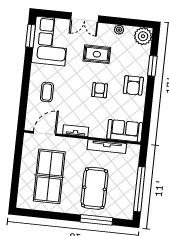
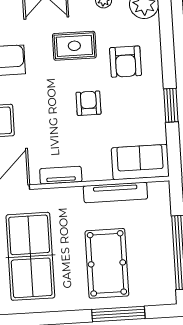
window: (152, 66) -> (171, 105), moved
armchair: (133, 85) -> (125, 62), moved

